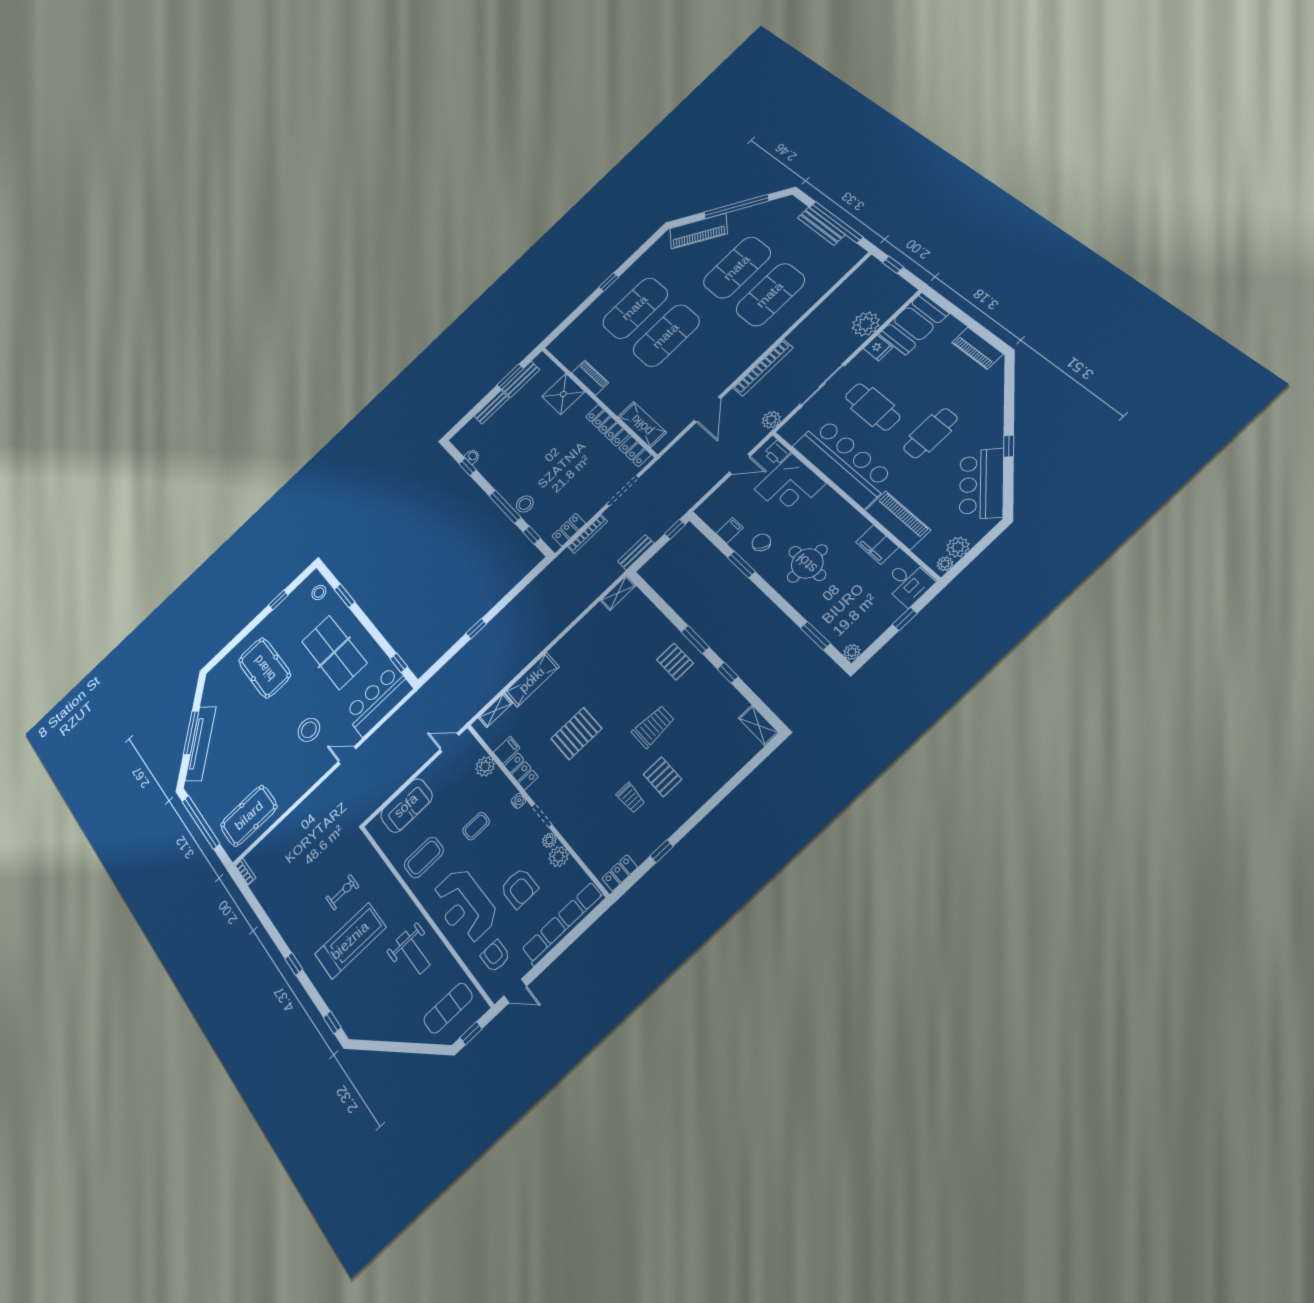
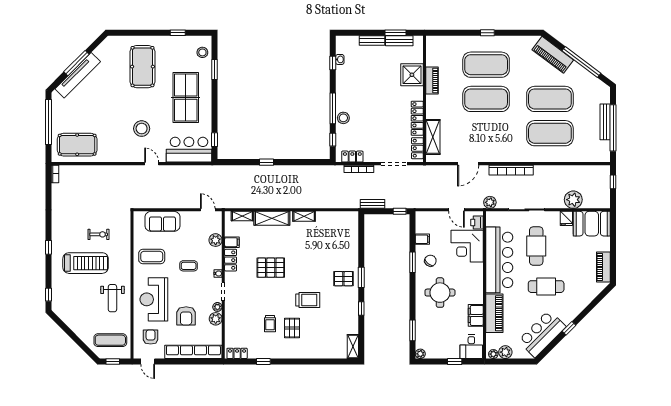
shelving: (618, 593) -> (304, 216), moved
pallet: (675, 661) -> (343, 279), turned 90

